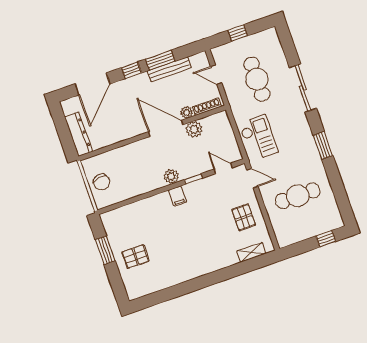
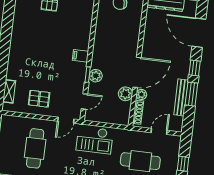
plant: (171, 176) -> (96, 76), moved

